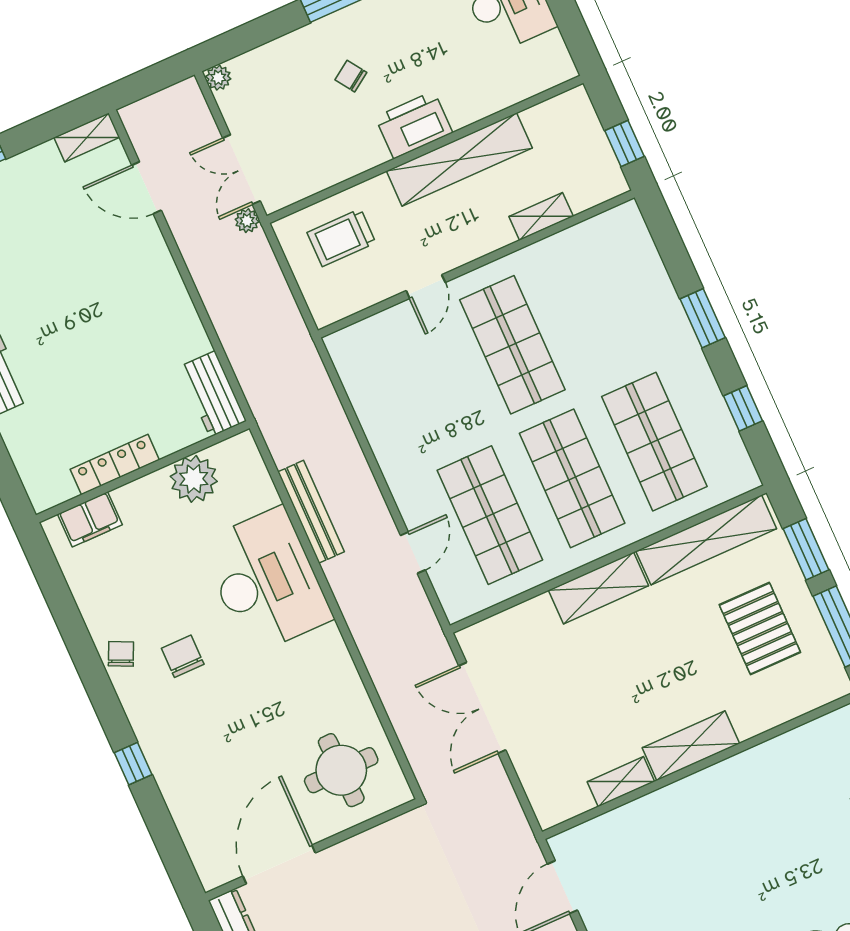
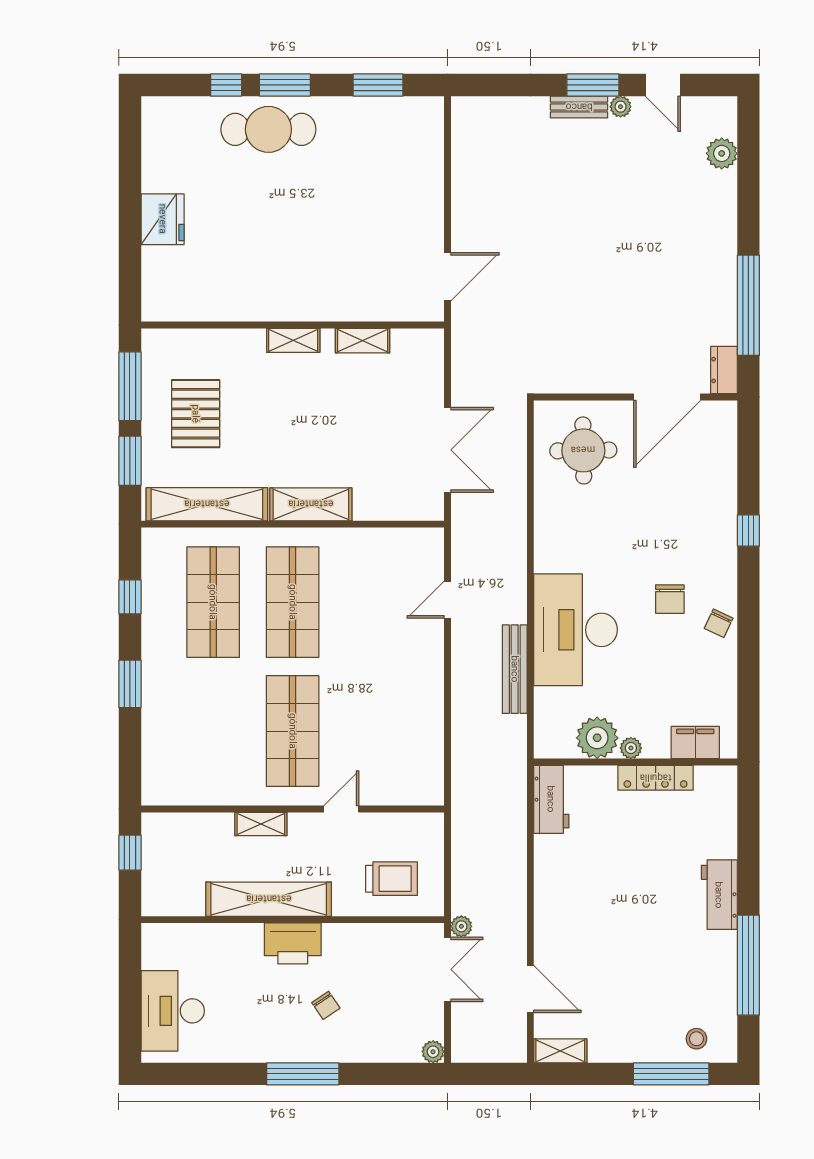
shelving: (541, 216) -> (261, 824), moved
plant: (154, 484) -> (631, 748), added
shop shelf: (490, 515) -> (372, 602), removed
shelving: (691, 746) -> (293, 340), width x0.67, depth x0.75

